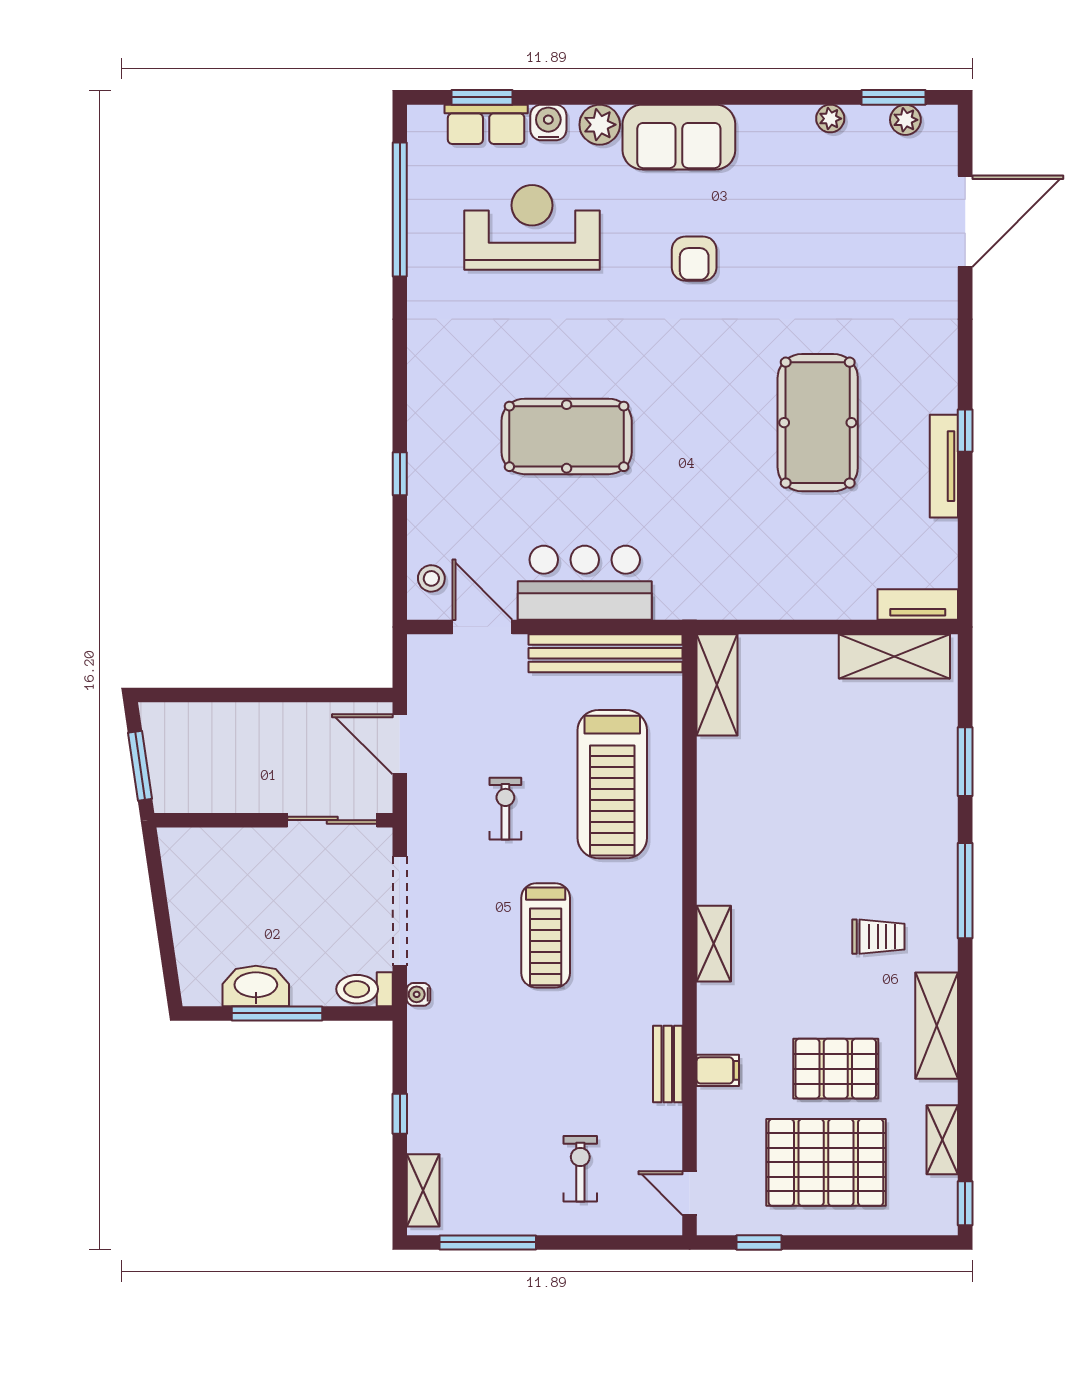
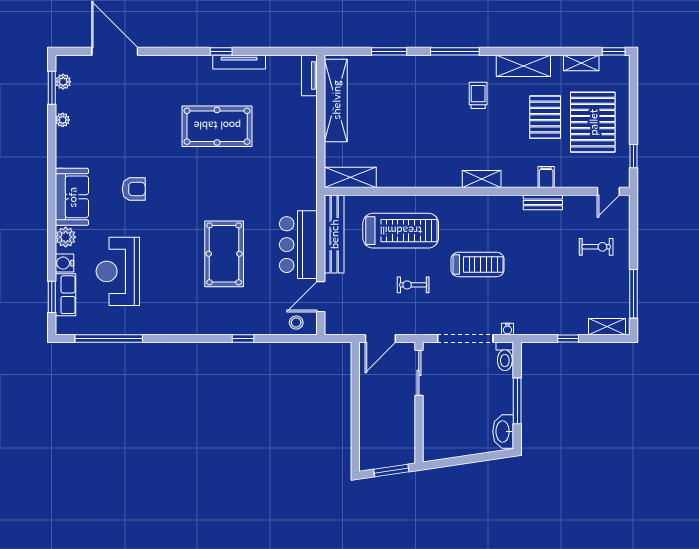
shelving: (894, 656) -> (336, 100), width x1.47
washbasin: (256, 986) -> (503, 432), moved
exercise bike: (580, 1169) -> (596, 247), turned 180

